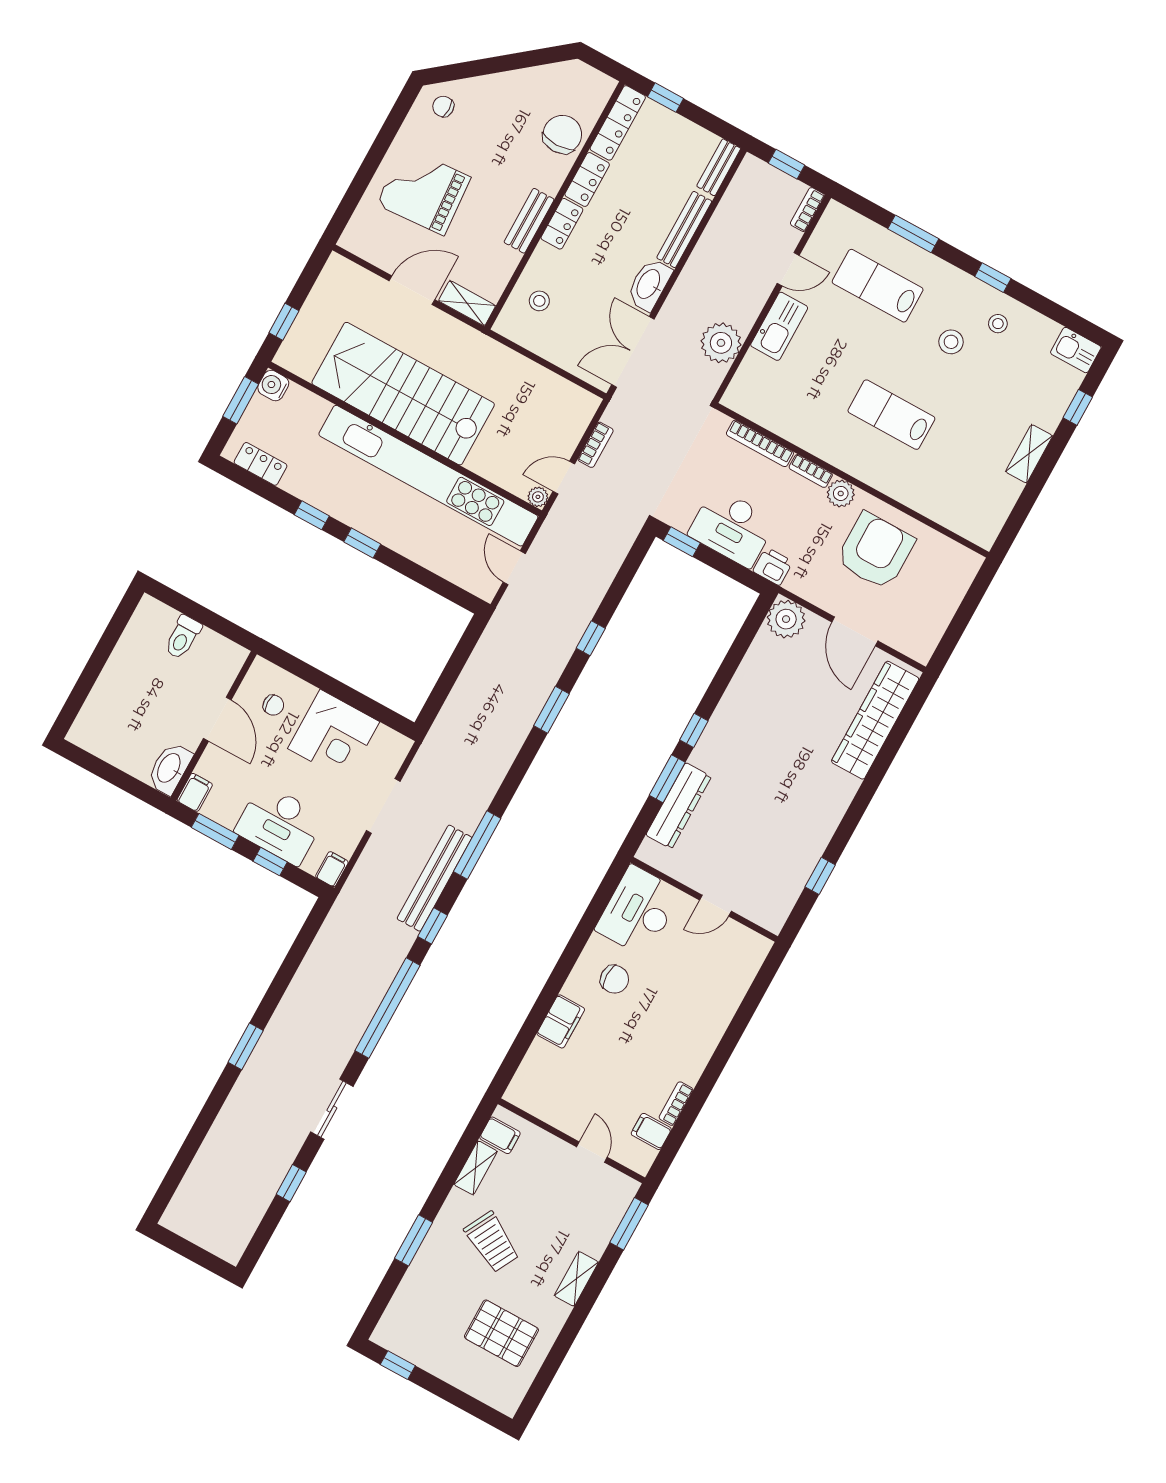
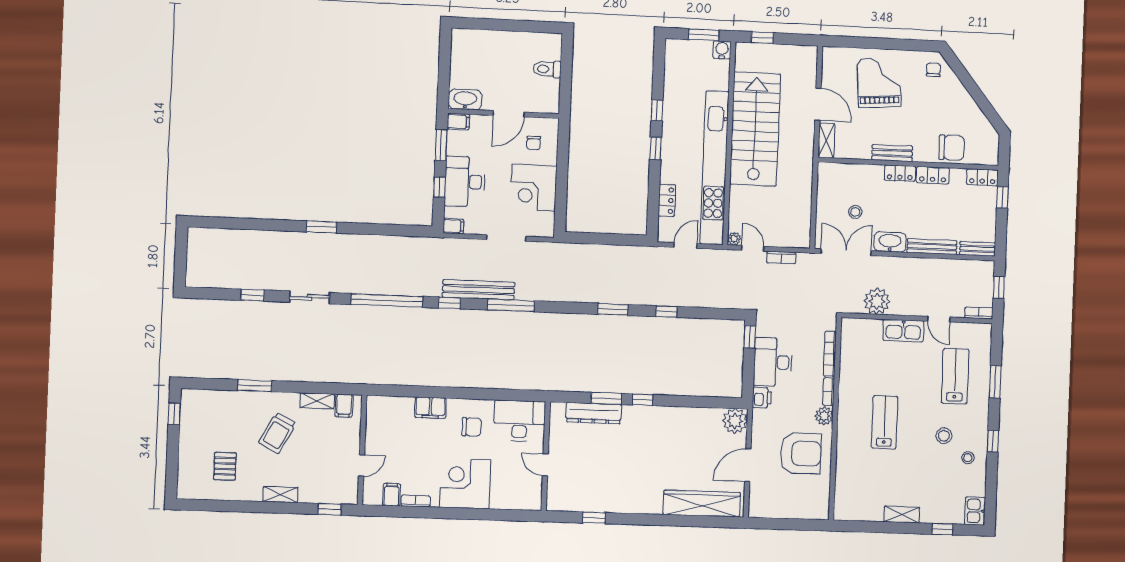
locker: (618, 123) -> (982, 177), width x0.66
stool: (539, 301) -> (855, 212), moved
locker: (261, 464) -> (667, 200), moved
chair: (614, 979) -> (472, 427), turned -90
corner desk: (686, 1026) -> (465, 484), added
window: (629, 1224) -> (330, 509), width x0.67
pallet: (501, 1333) -> (225, 466), width x0.67, depth x0.71

